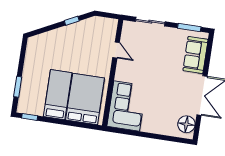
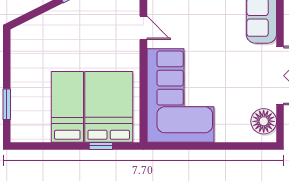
corner sofa: (127, 106) -> (180, 95), width x1.36, depth x1.36
window: (30, 117) -> (101, 146), moved

